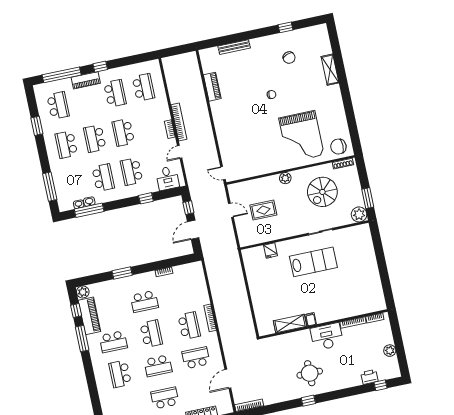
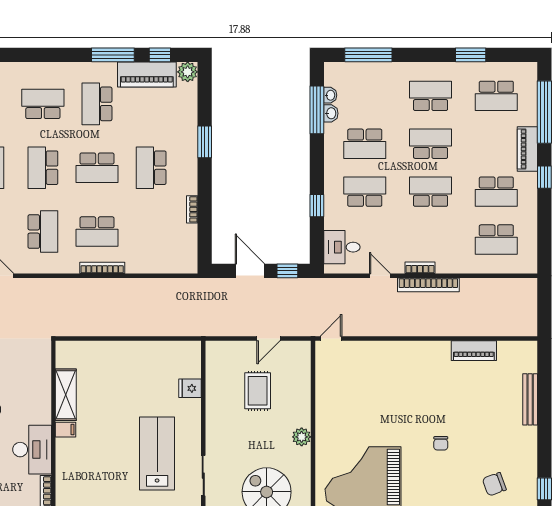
lab bench: (313, 262) -> (157, 453), turned 180

